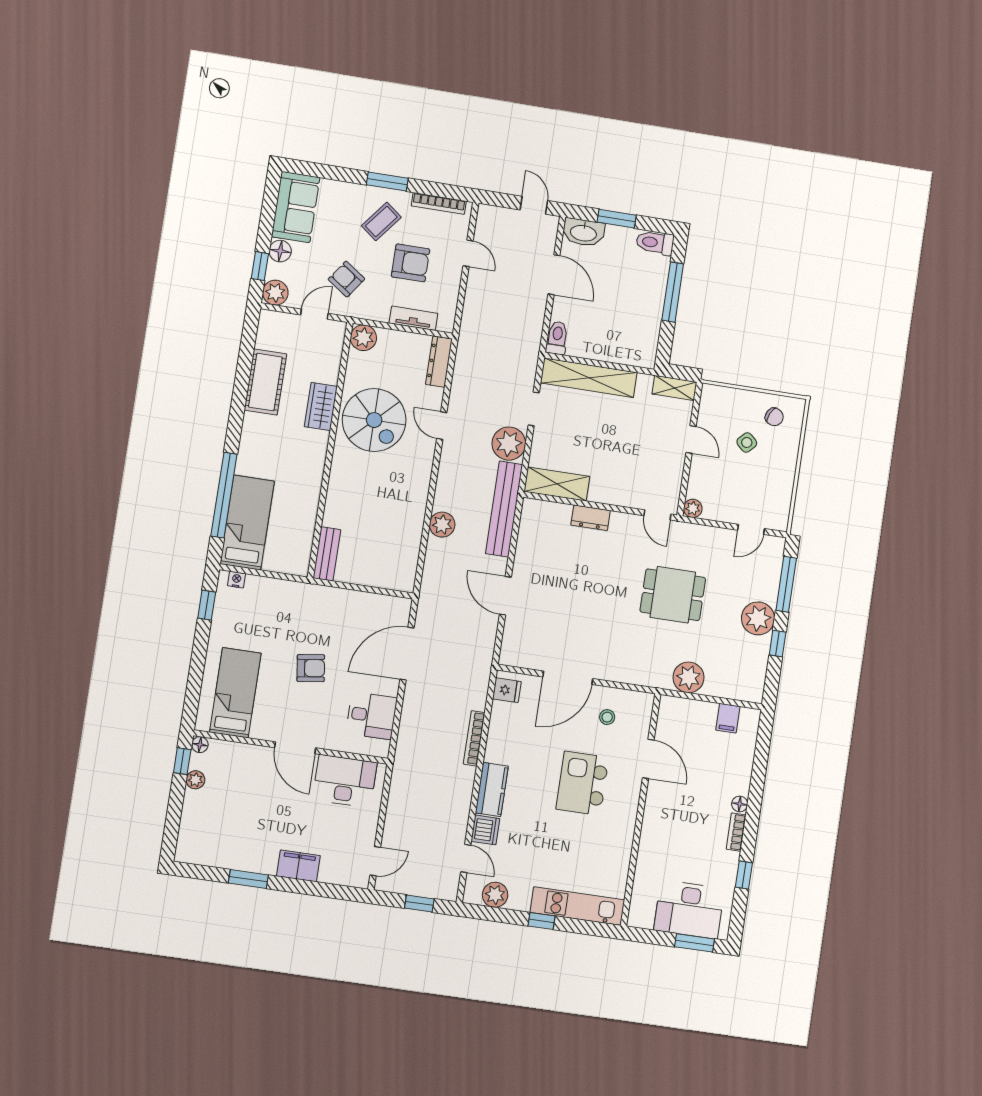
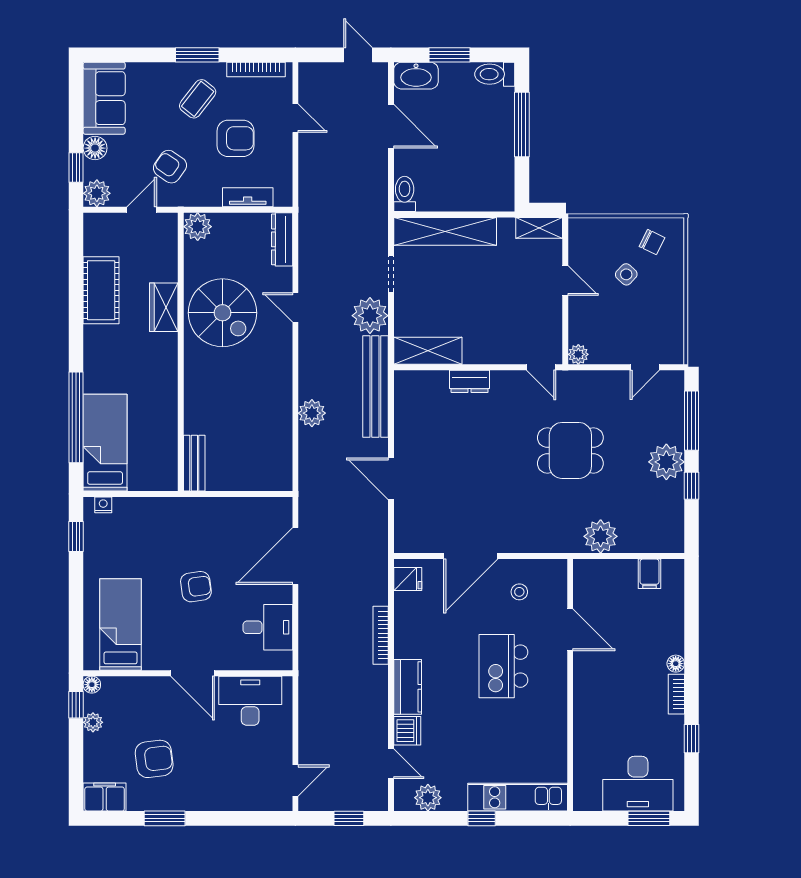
armchair: (247, 822) -> (154, 759), added
filing cabinet: (298, 866) -> (105, 797), moved

